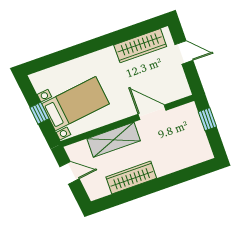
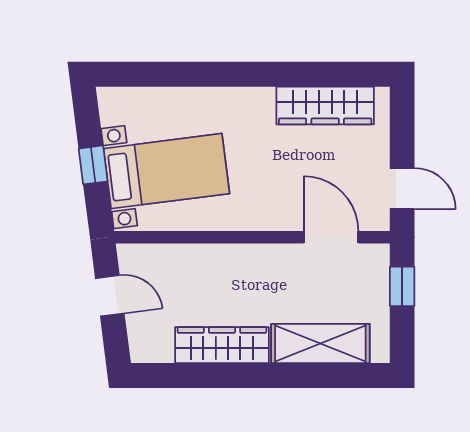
door: (184, 52) -> (402, 189), moved
door: (152, 112) -> (331, 237), moved
shelving: (114, 140) -> (320, 344), moved

